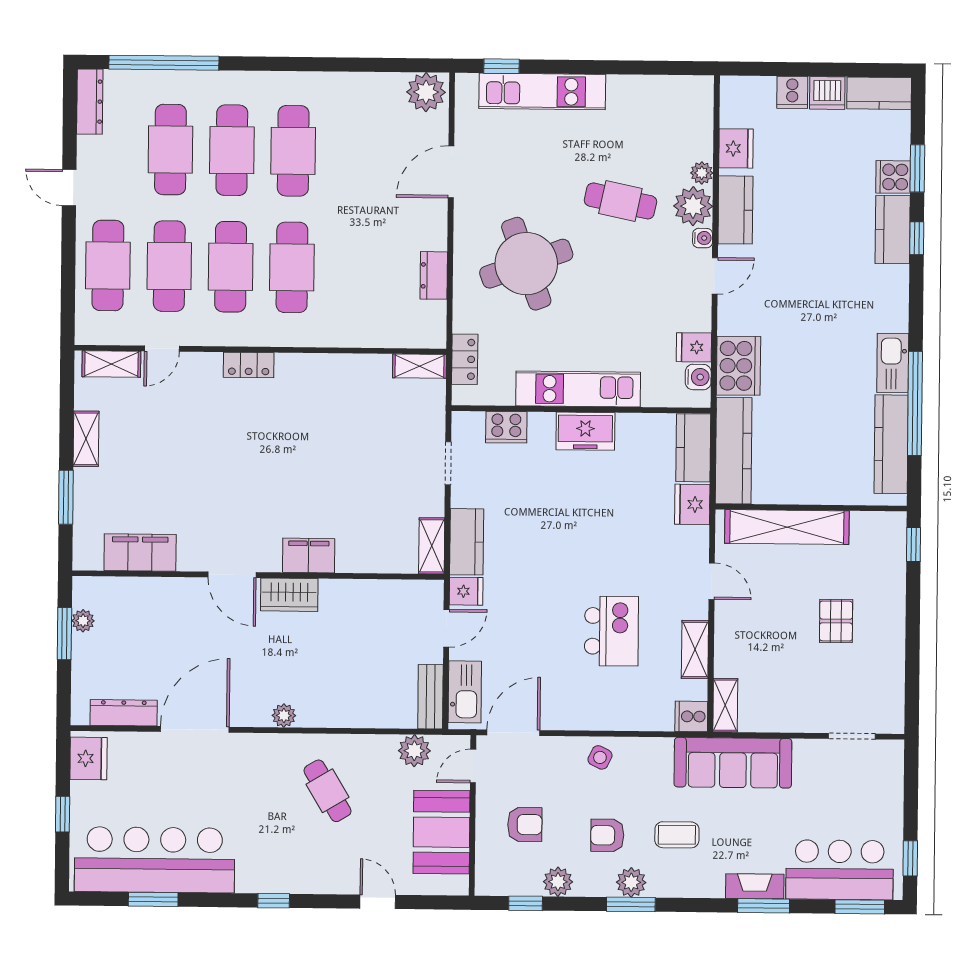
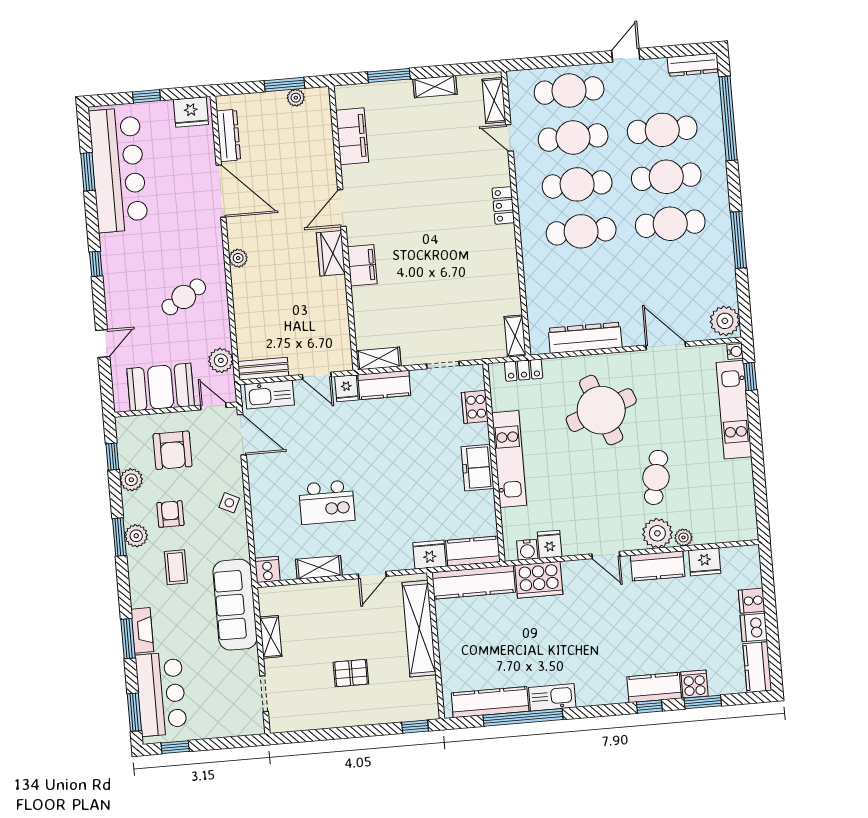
window: (323, 64) -> (739, 240), added
water cooler: (703, 238) -> (735, 352), moved, turned -90
dresser: (434, 275) -> (585, 338), width x1.96, depth x1.24
shelving: (725, 705) -> (271, 637), moved, turned 90
armchair: (525, 825) -> (173, 450), width x1.38, depth x1.38

